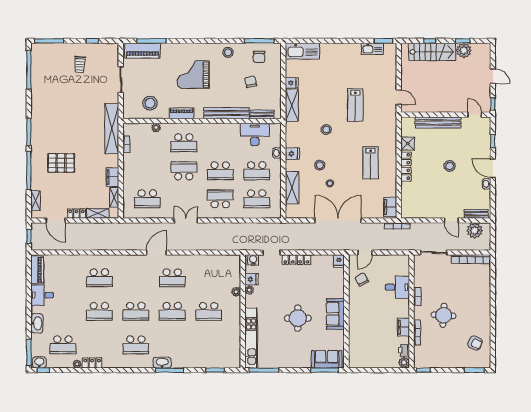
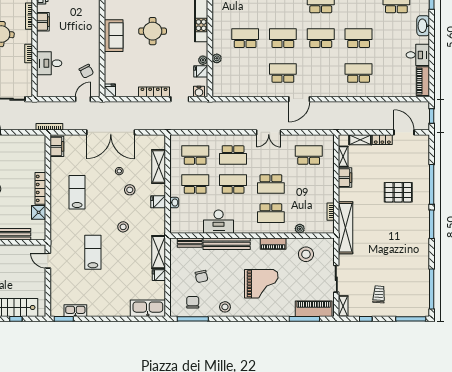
desk: (255, 135) -> (219, 222), moved
school desk: (184, 143) -> (271, 213), turned 180
shelving: (36, 201) -> (343, 306), moved

